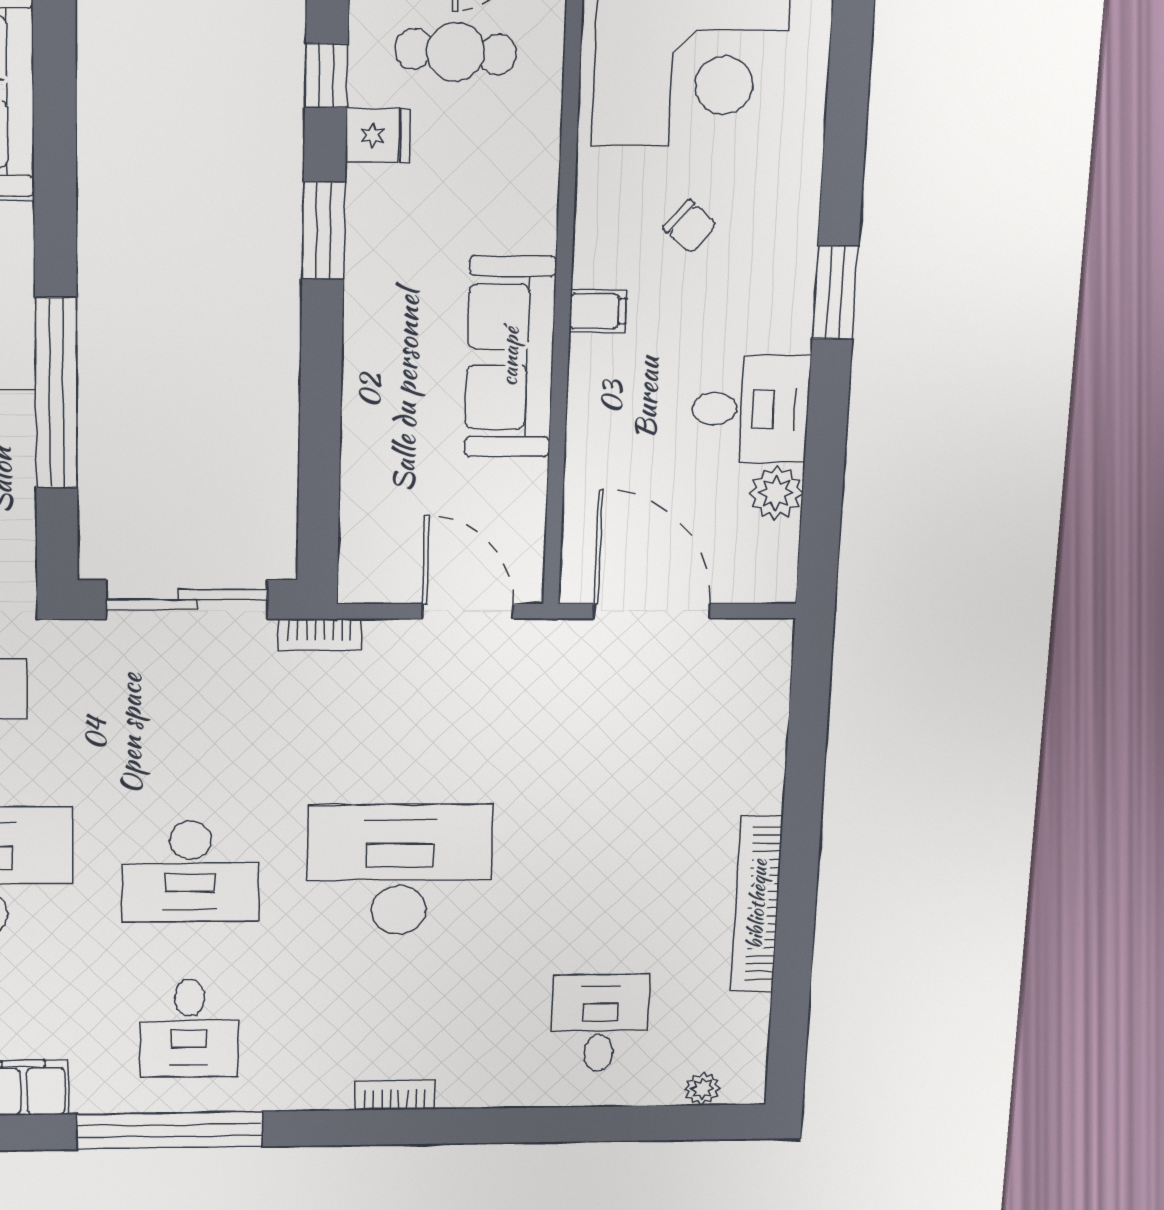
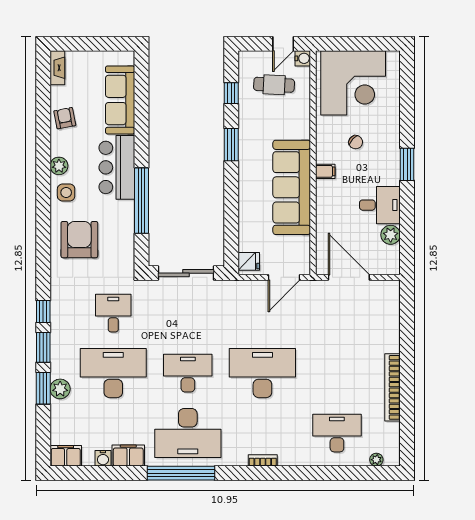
fridge: (378, 136) -> (249, 261), moved
sofa: (510, 357) -> (292, 187), width x1.36, depth x1.27
door: (468, 611) -> (284, 277), swing flipped
bookcase: (320, 635) -> (232, 286), removed
desk: (190, 871) -> (188, 373), turned 180
desk: (599, 1023) -> (337, 433), width x1.37
desk: (189, 1028) -> (188, 433), width x1.87, depth x1.30

